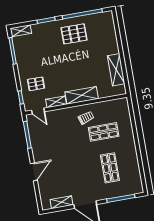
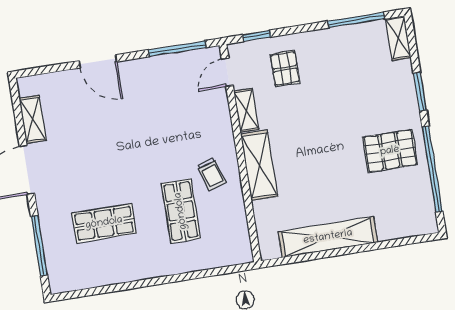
pallet: (74, 34) -> (390, 151), turned 90
shelving: (116, 70) -> (328, 237), width x1.47

